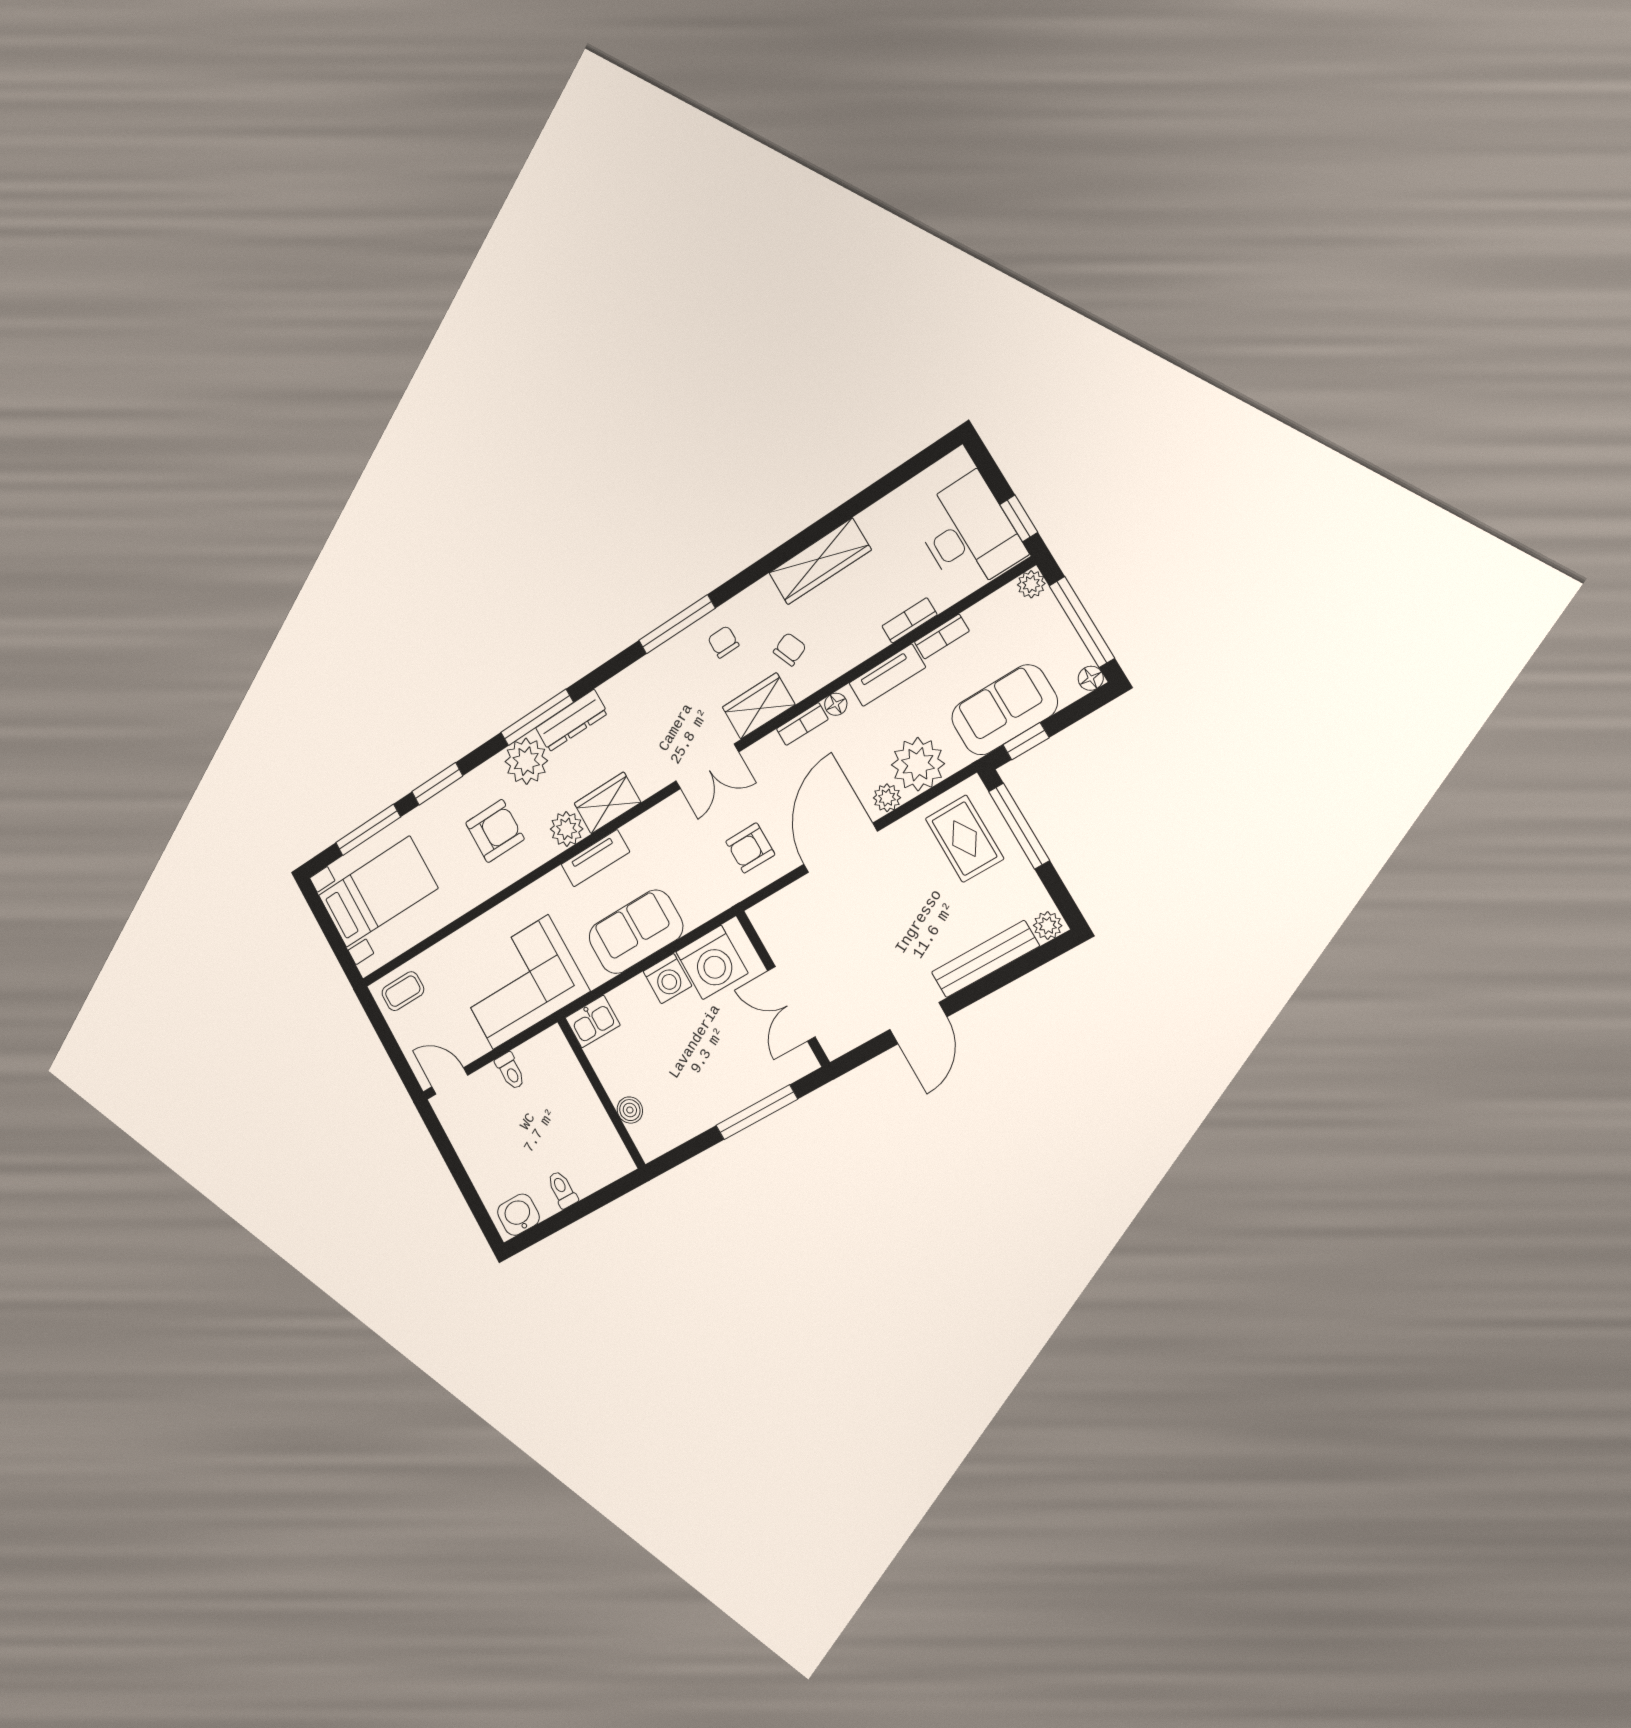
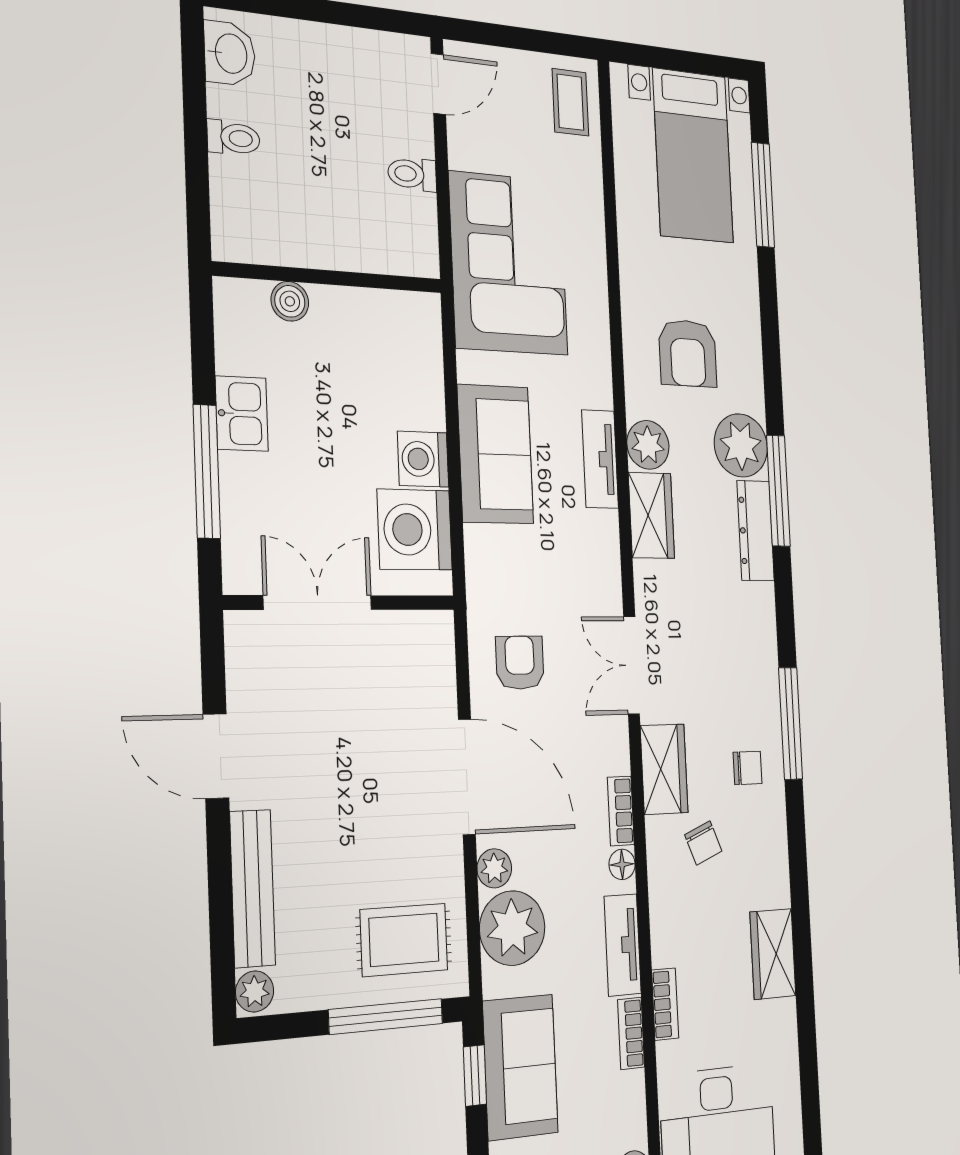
wardrobe: (820, 561) -> (773, 954), width x0.67
window: (437, 784) -> (769, 318), removed
kitchen sink: (593, 1022) -> (242, 414), moved, turned 180

